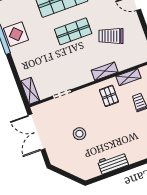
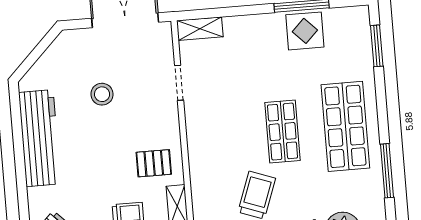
shelving: (105, 71) -> (199, 167), removed
workbench: (113, 163) -> (40, 138), width x1.88, depth x1.32

